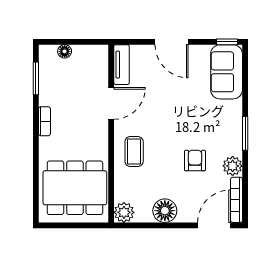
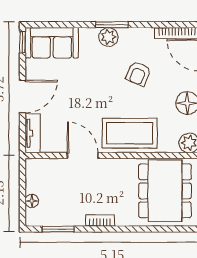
tv unit: (122, 65) -> (33, 133), moved, turned 90
coffee table: (134, 152) -> (130, 133), width x1.86, depth x1.72
armchair: (195, 161) -> (138, 74), turned -67
plant: (233, 166) -> (108, 37), moved

